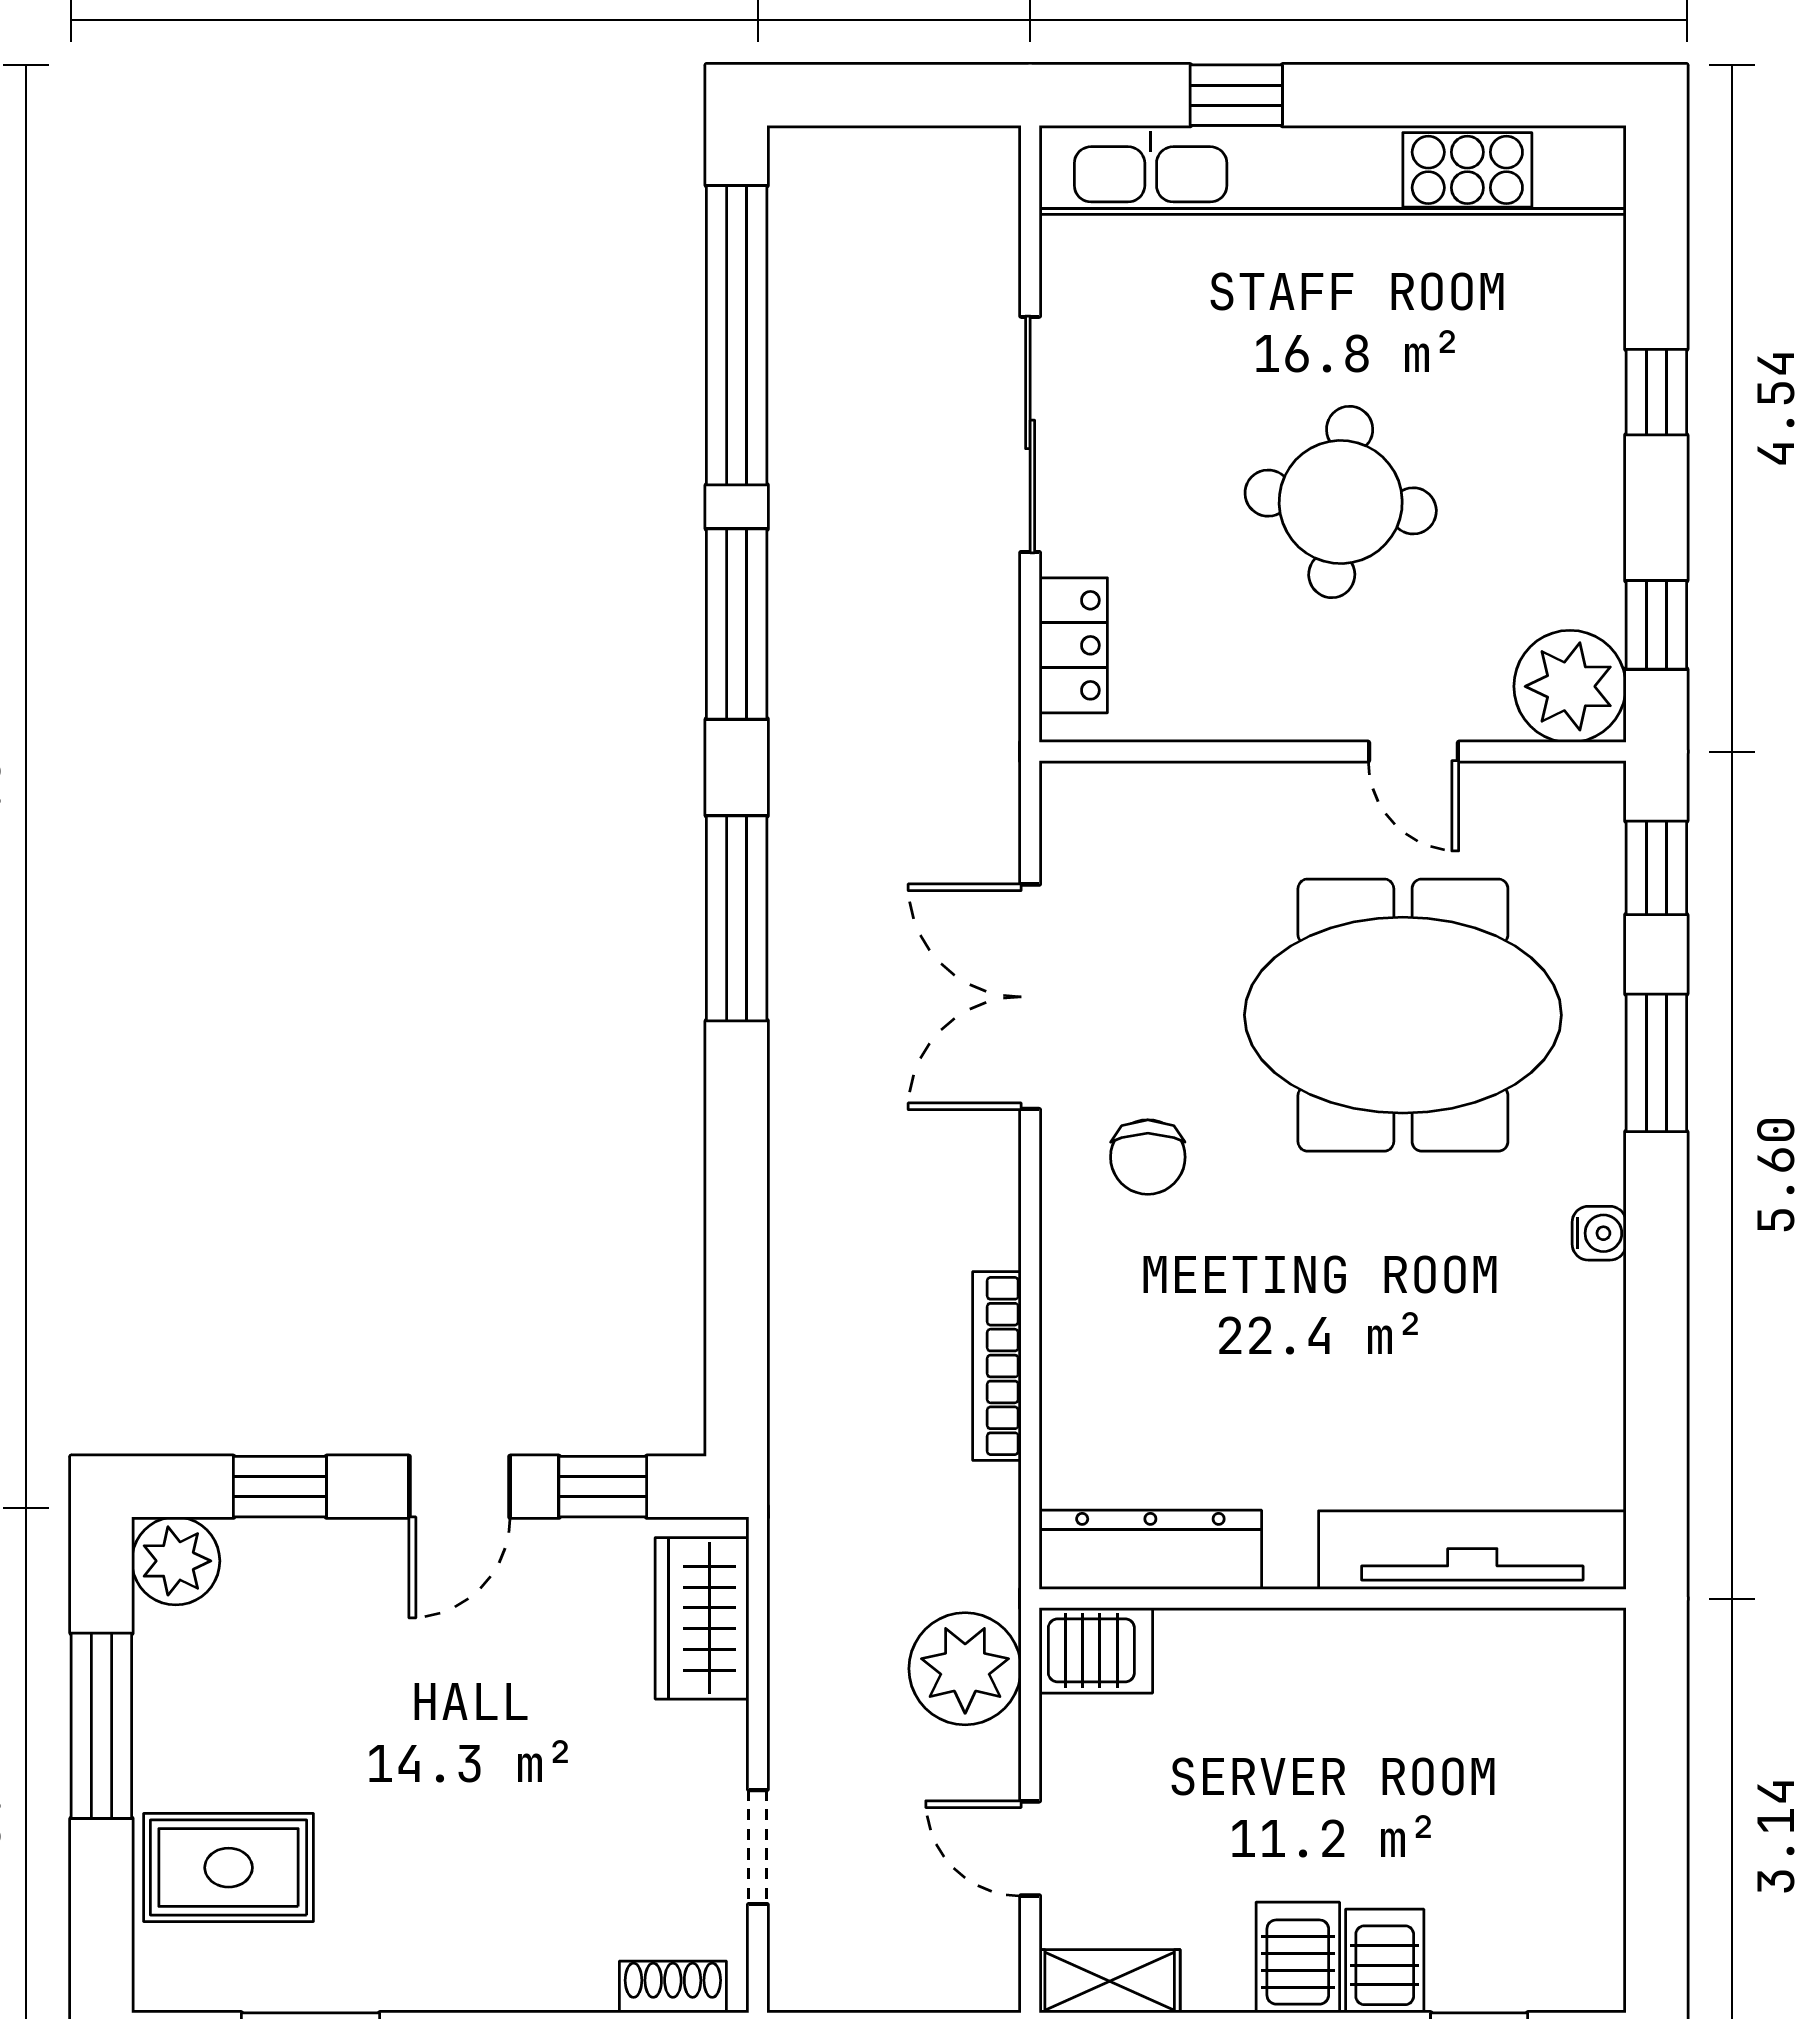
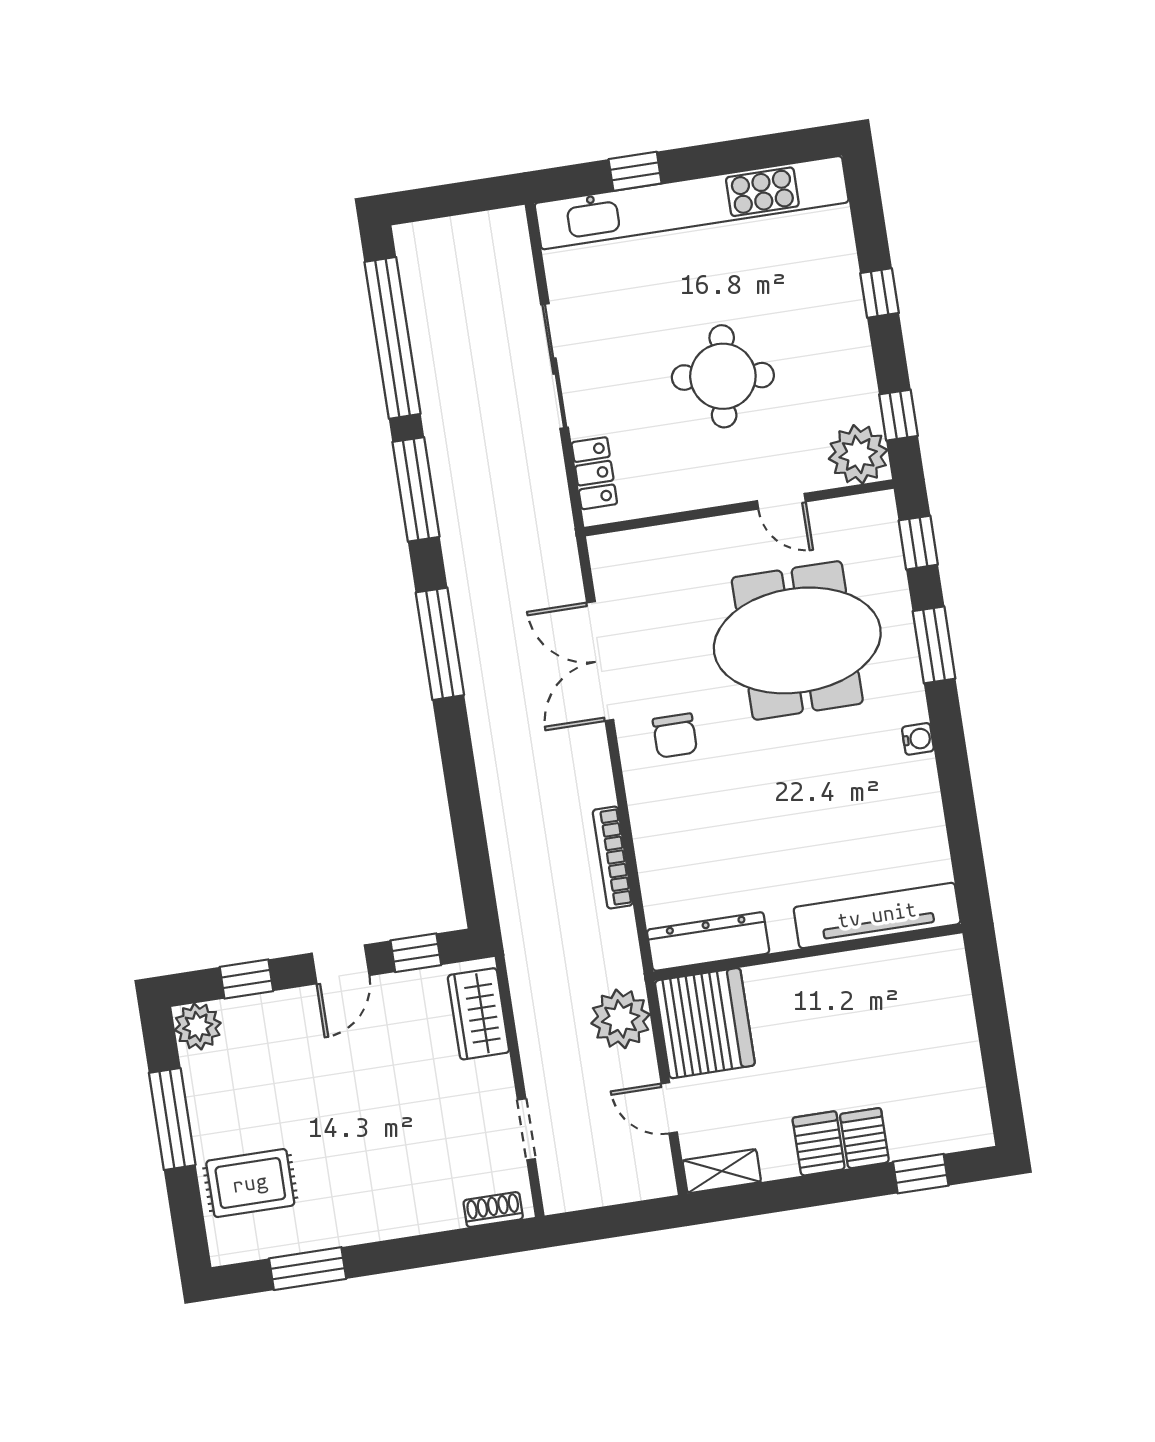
server rack: (1096, 1650) -> (705, 1023), width x2.18, depth x1.44

